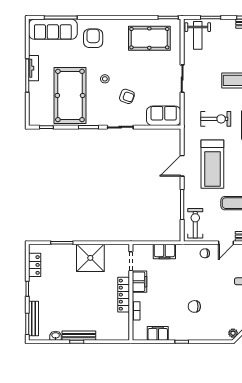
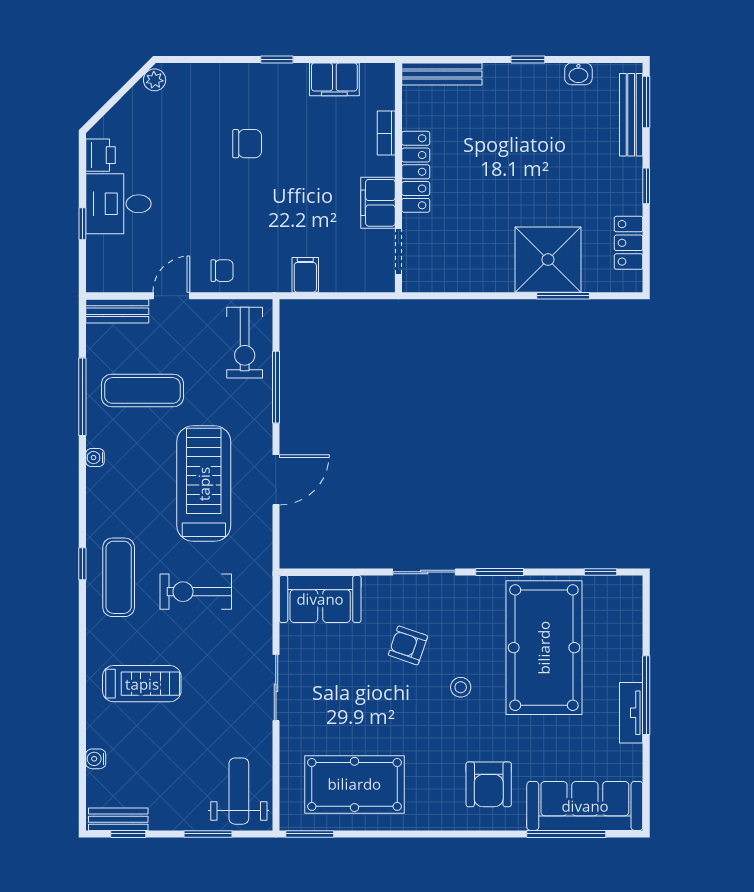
filing cabinet: (164, 251) -> (305, 275), width x0.50
shower: (90, 258) -> (548, 260), moved
bench: (79, 336) -> (442, 74), moved

